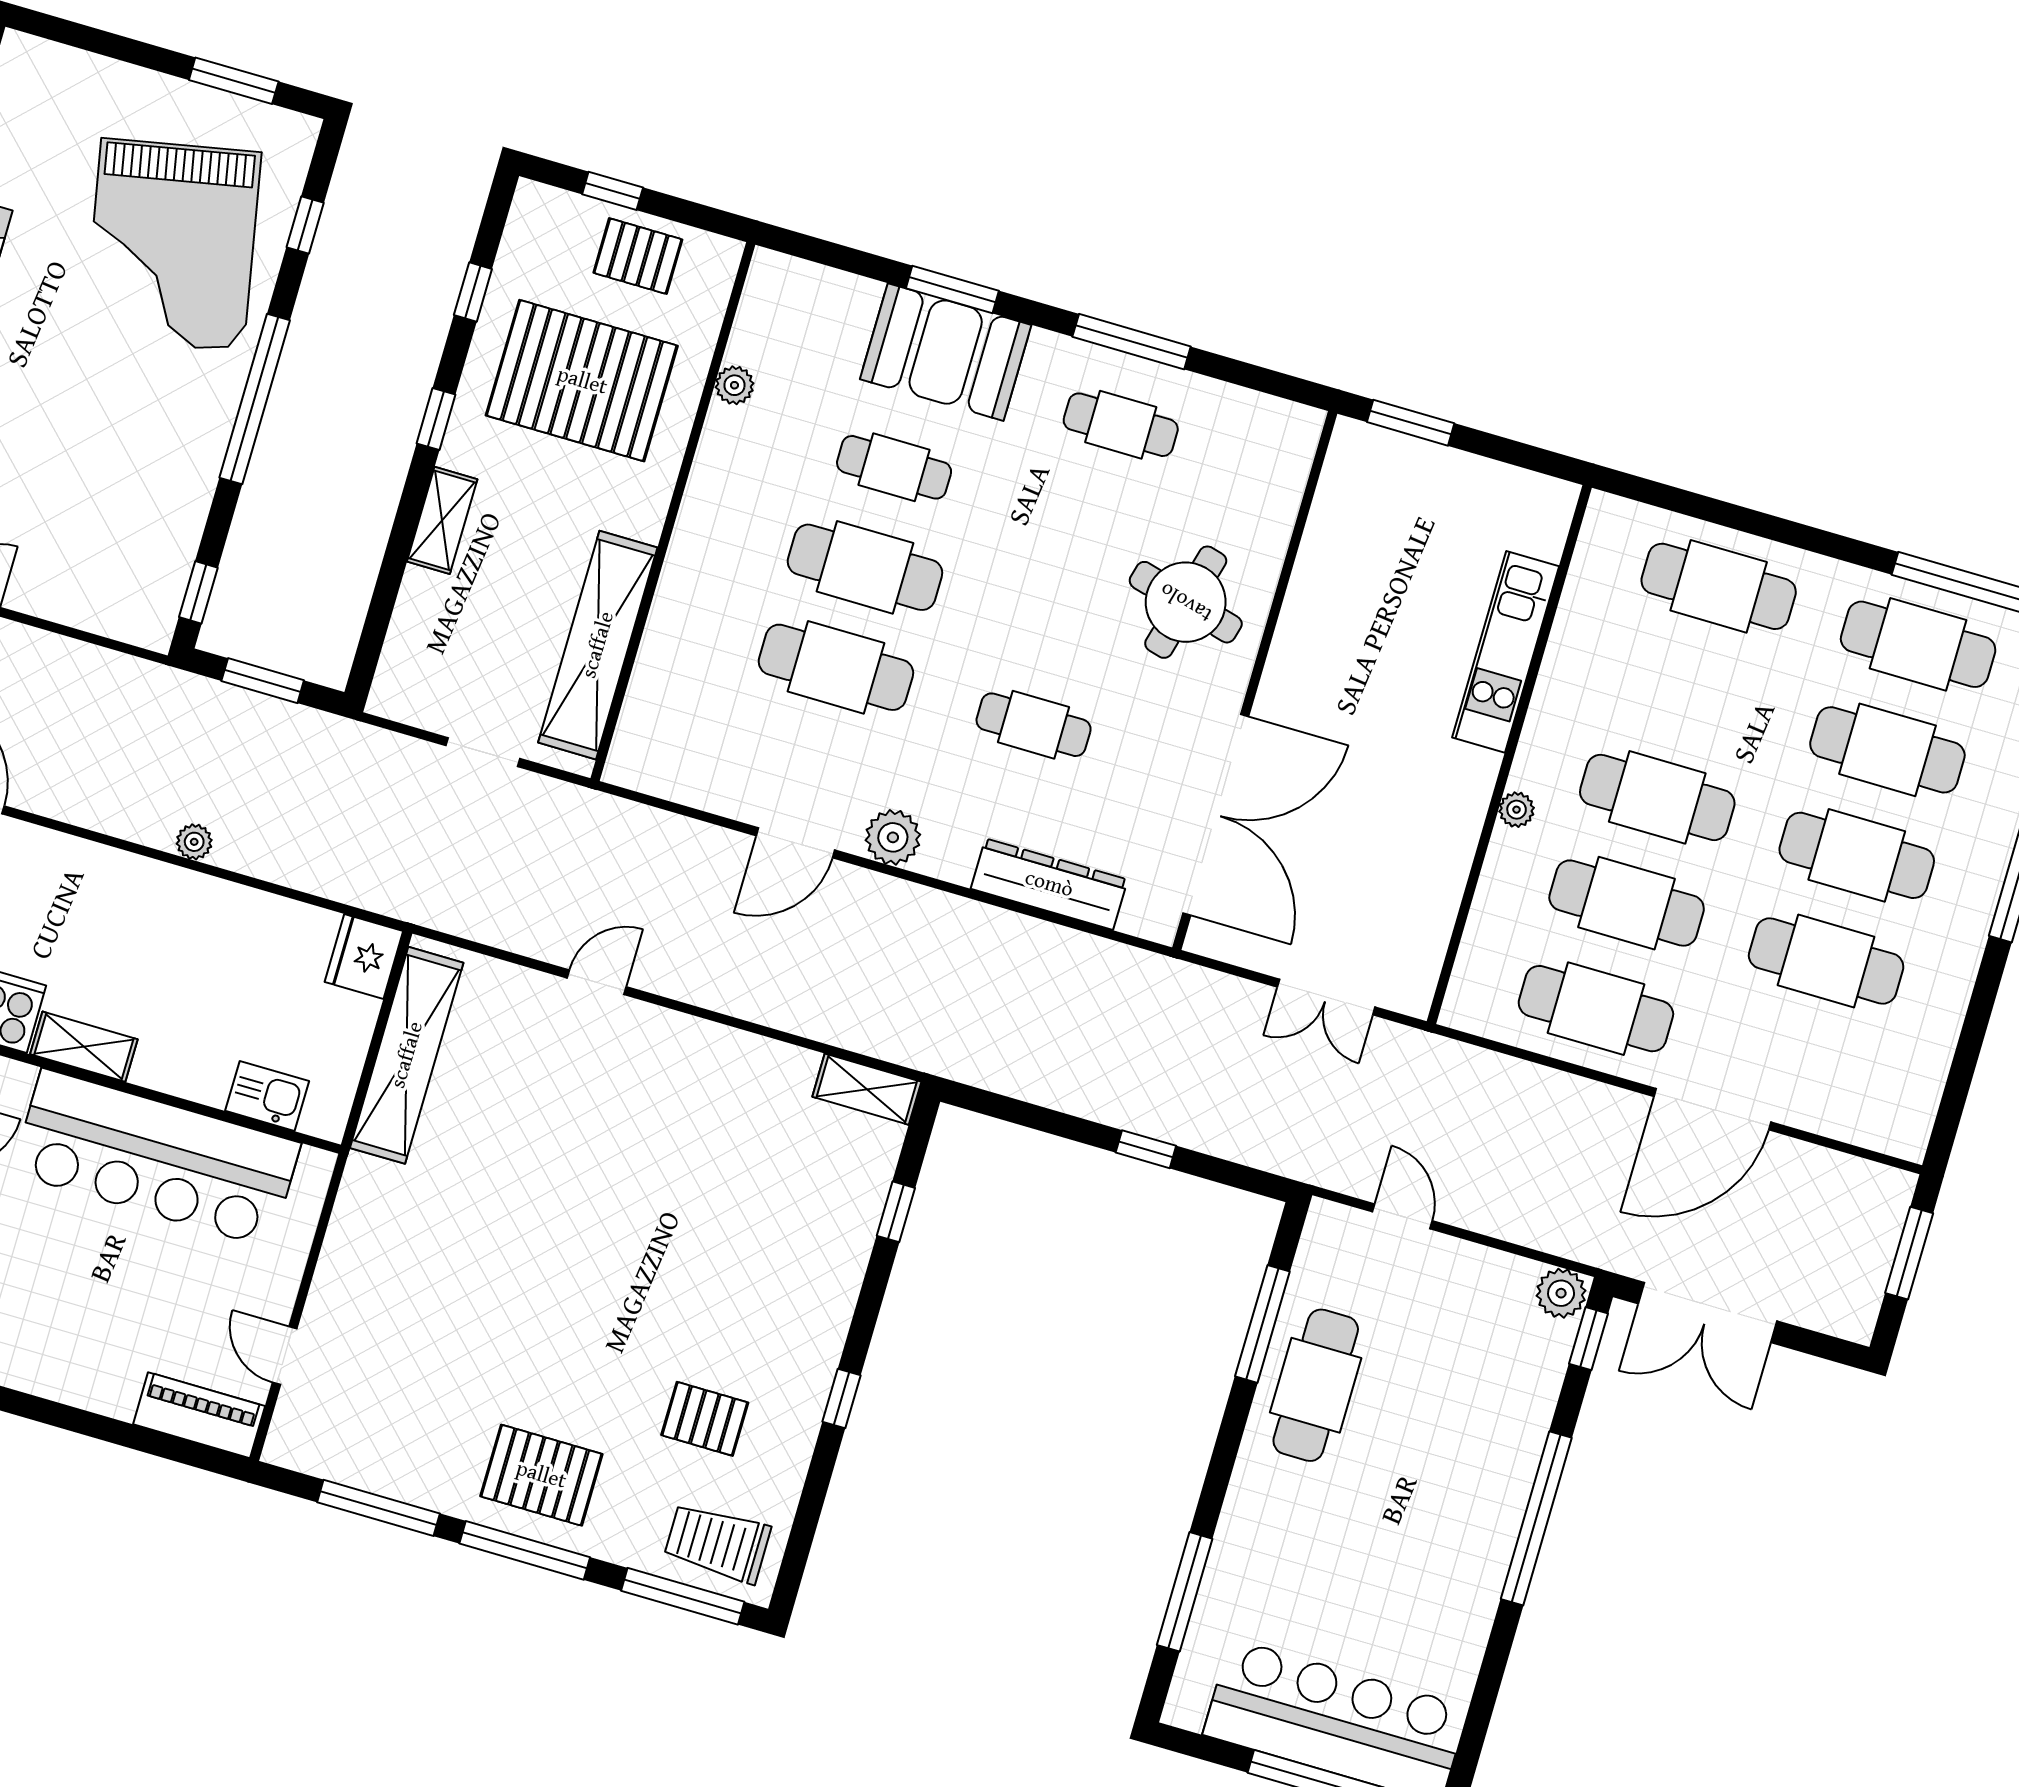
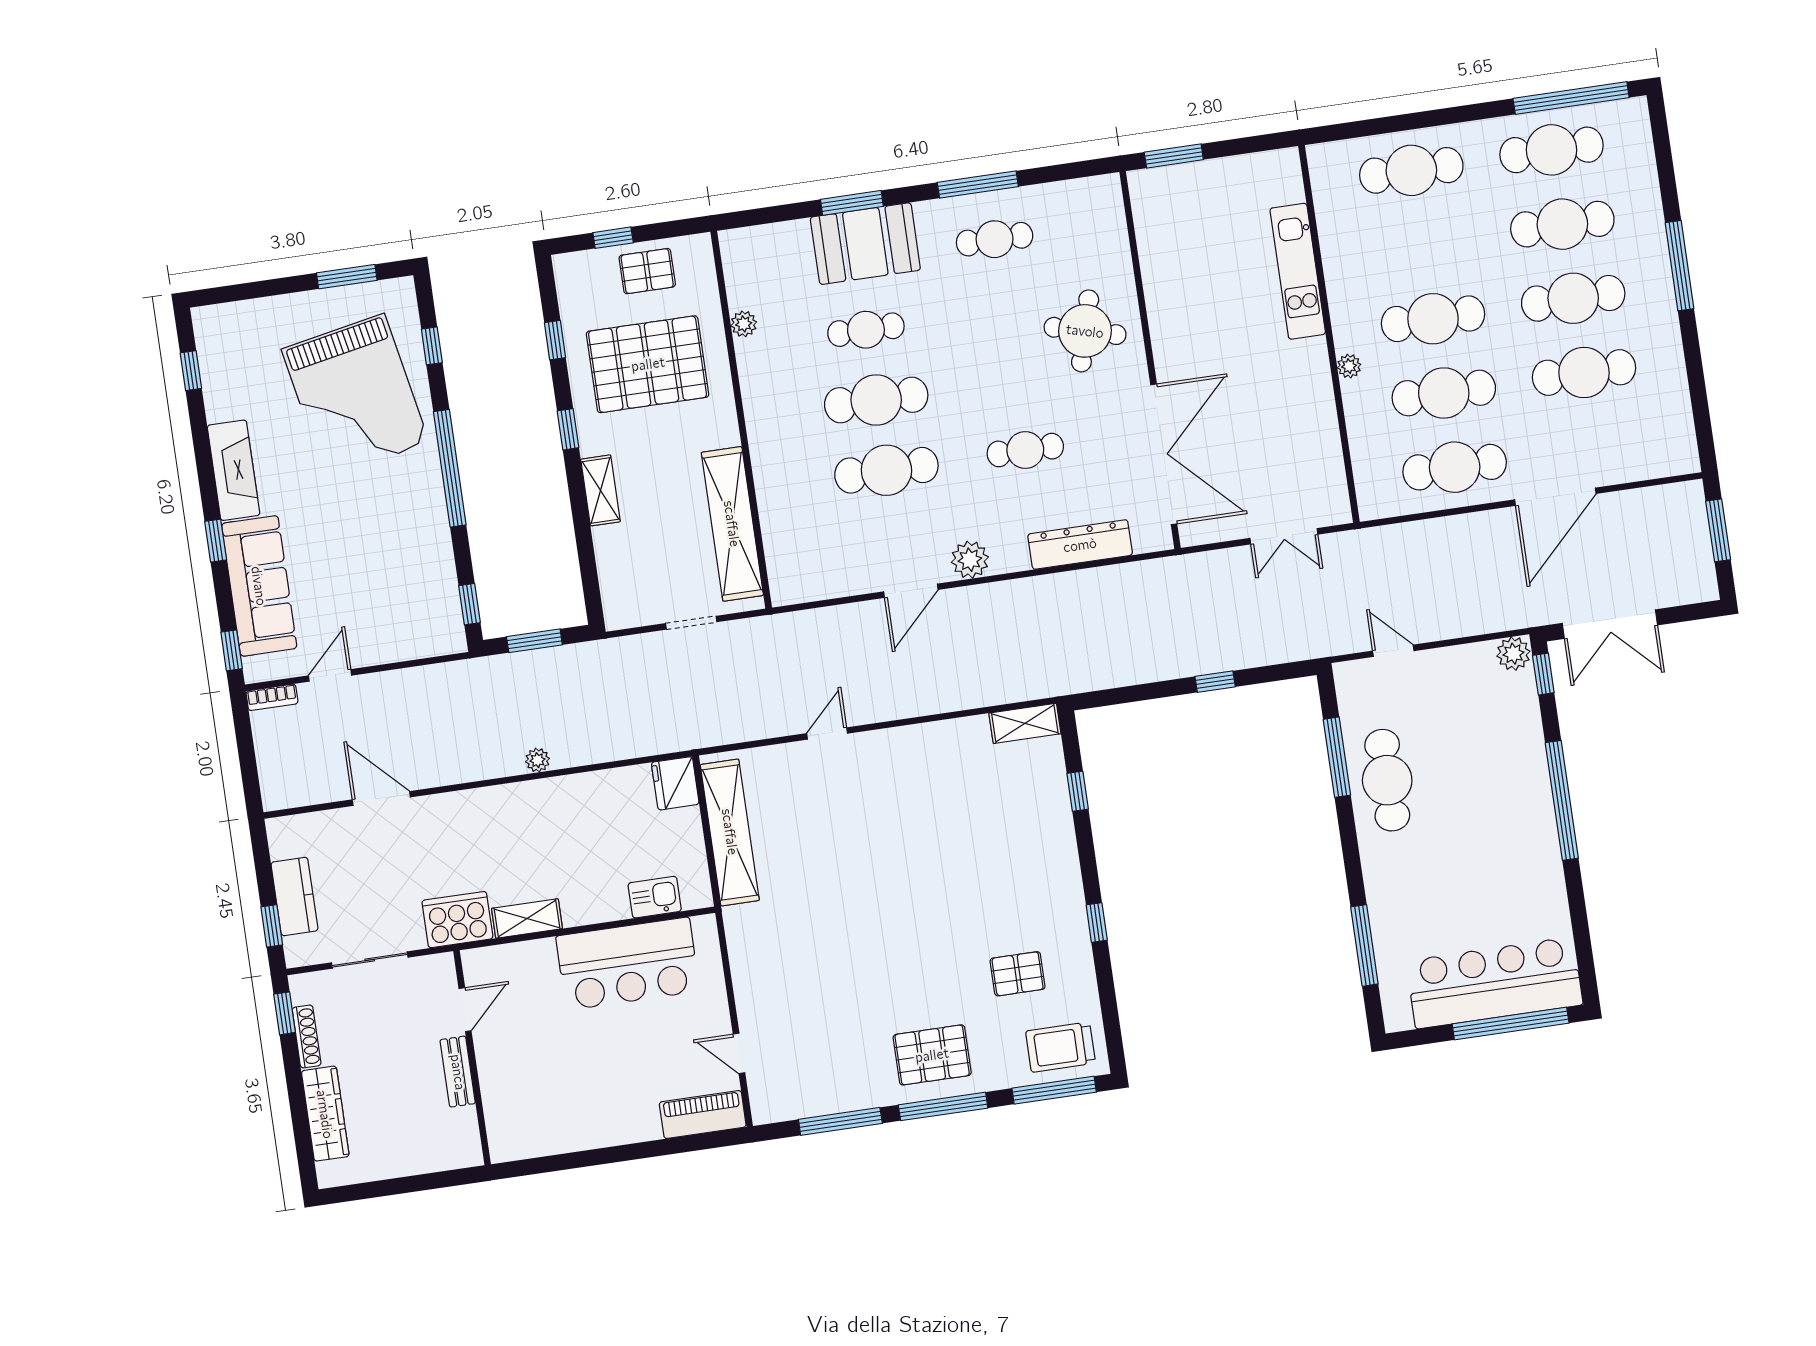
bar counter: (156, 1158) -> (628, 964), width x0.73

